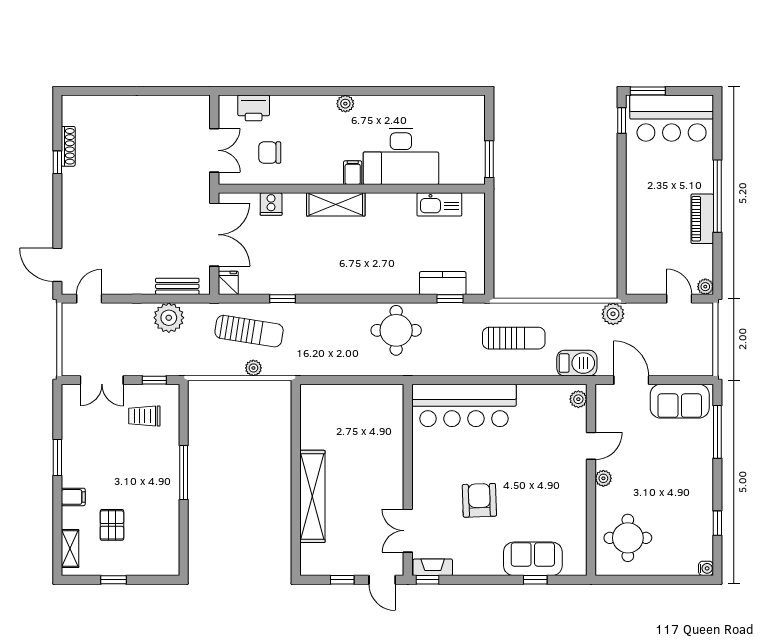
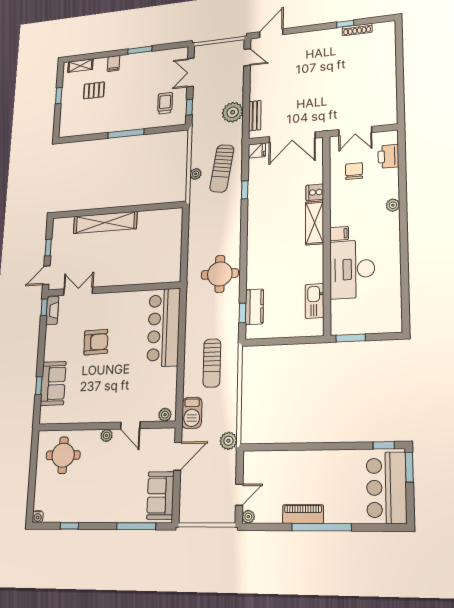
plant: (345, 104) -> (393, 205), moved
cooker: (271, 204) -> (315, 192), moved

